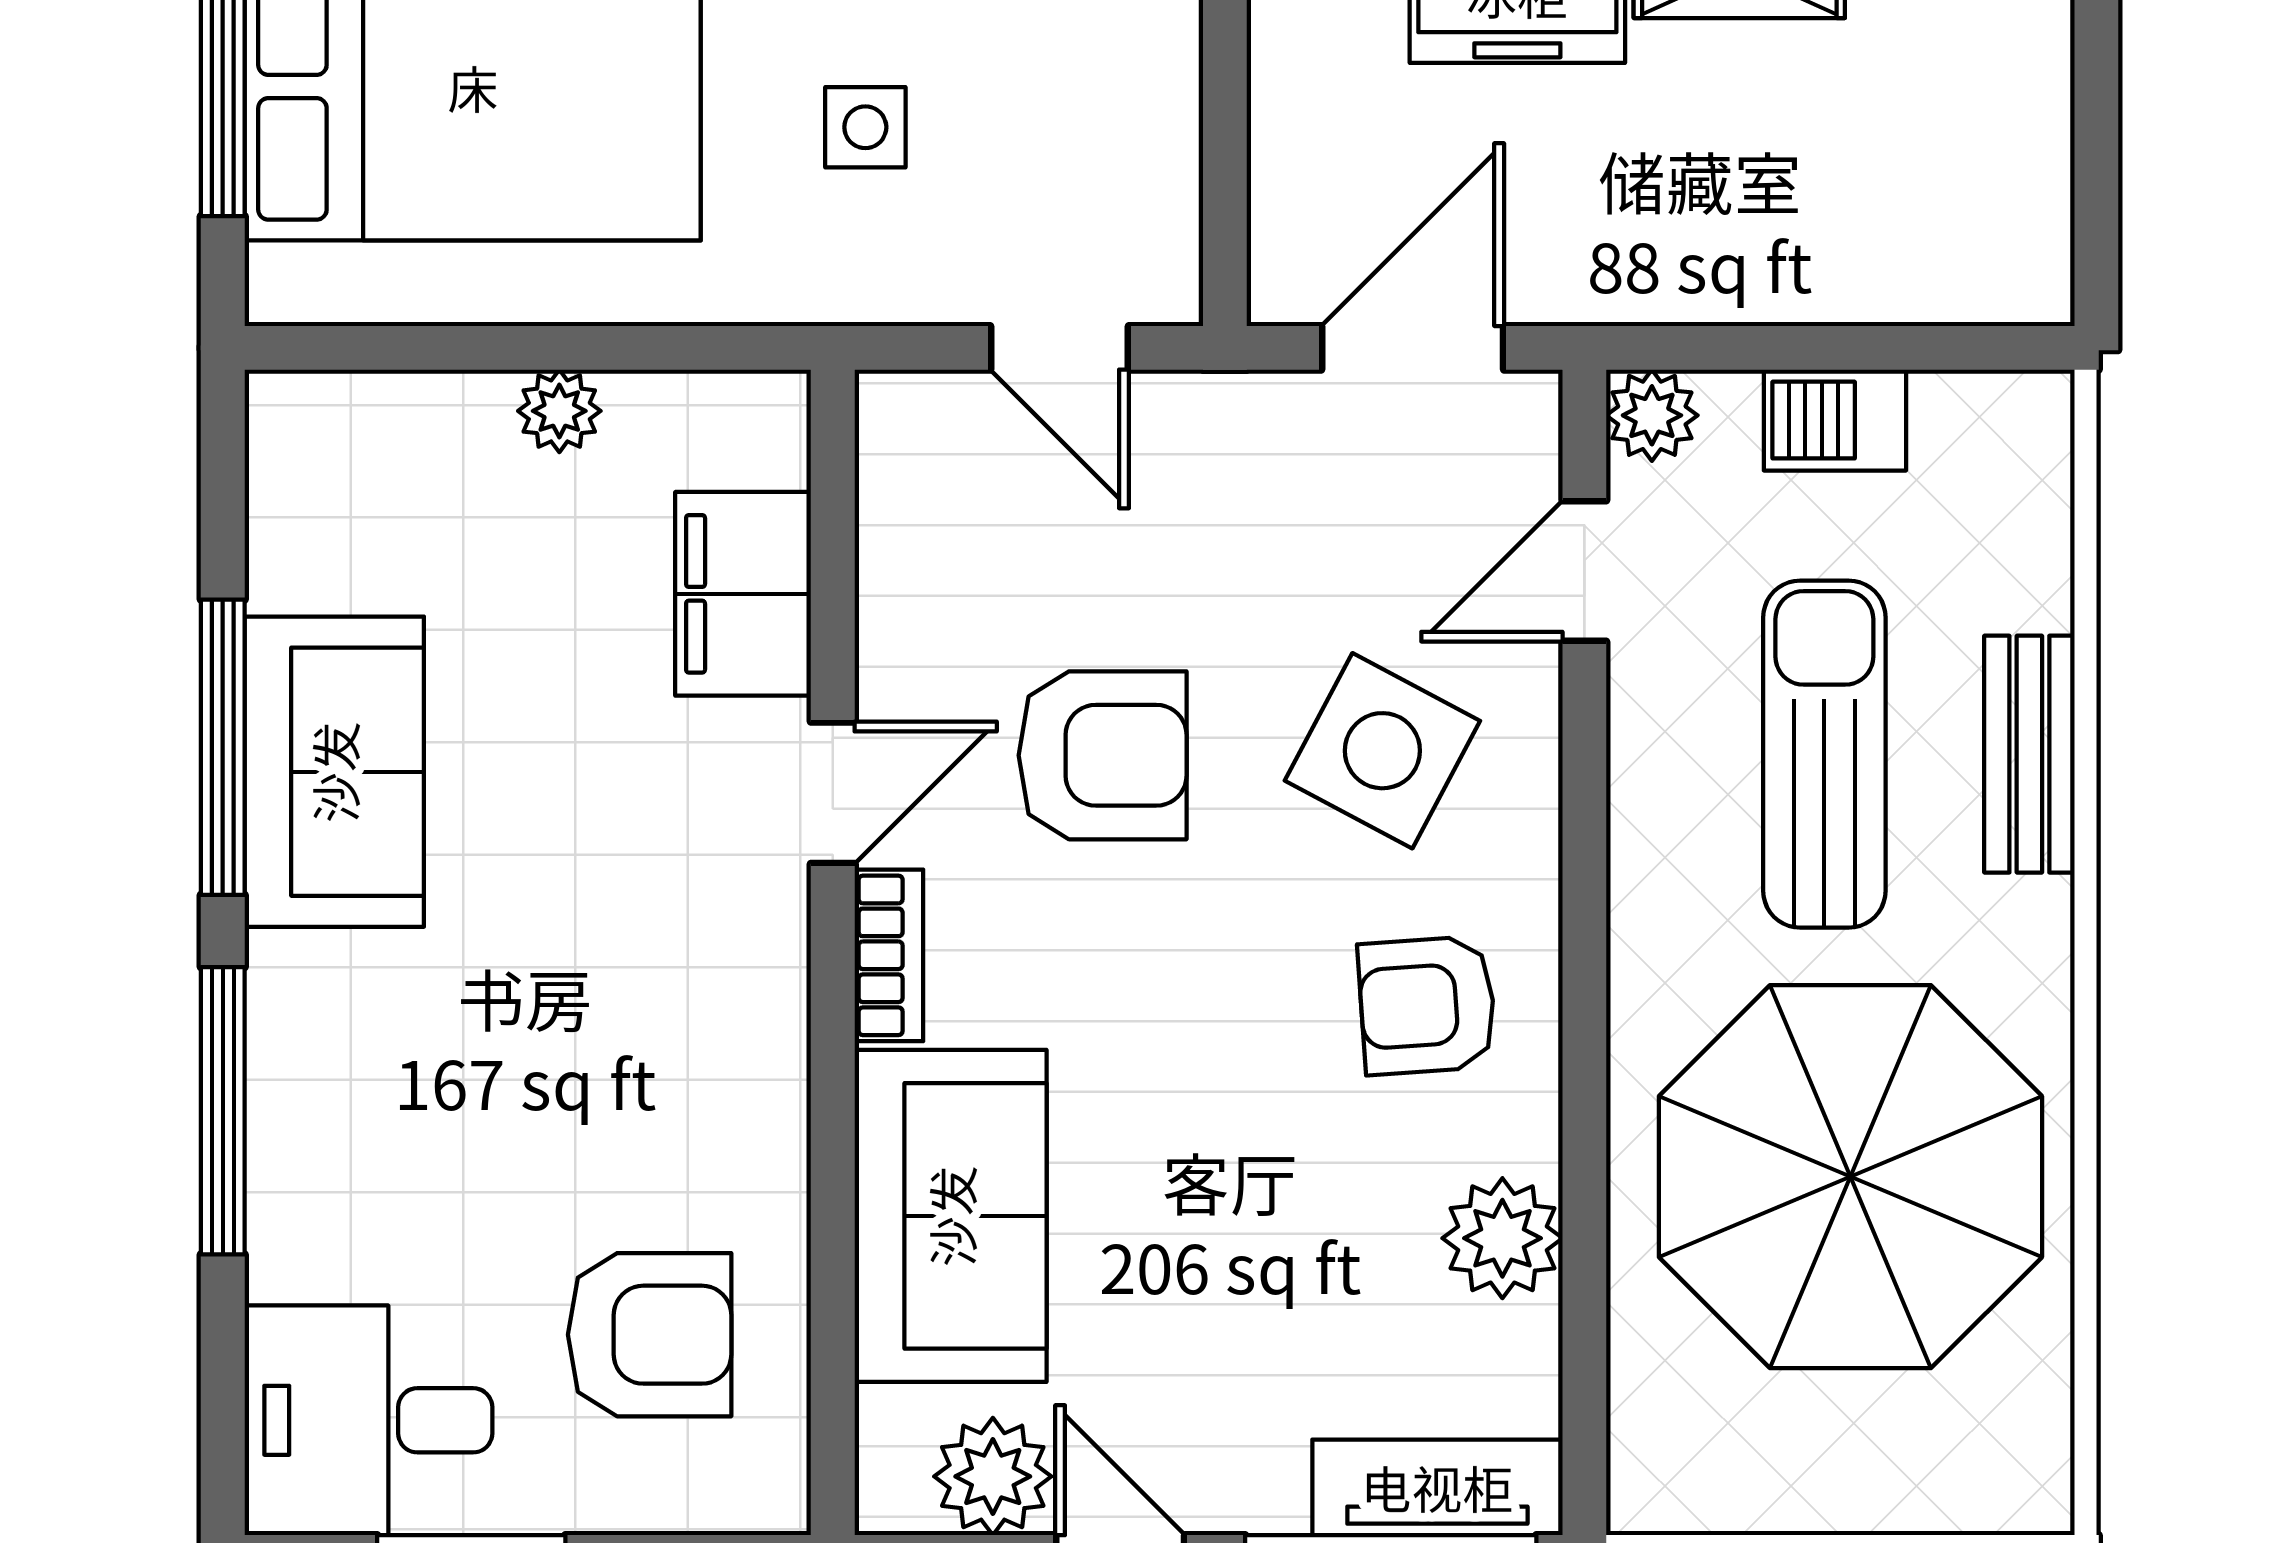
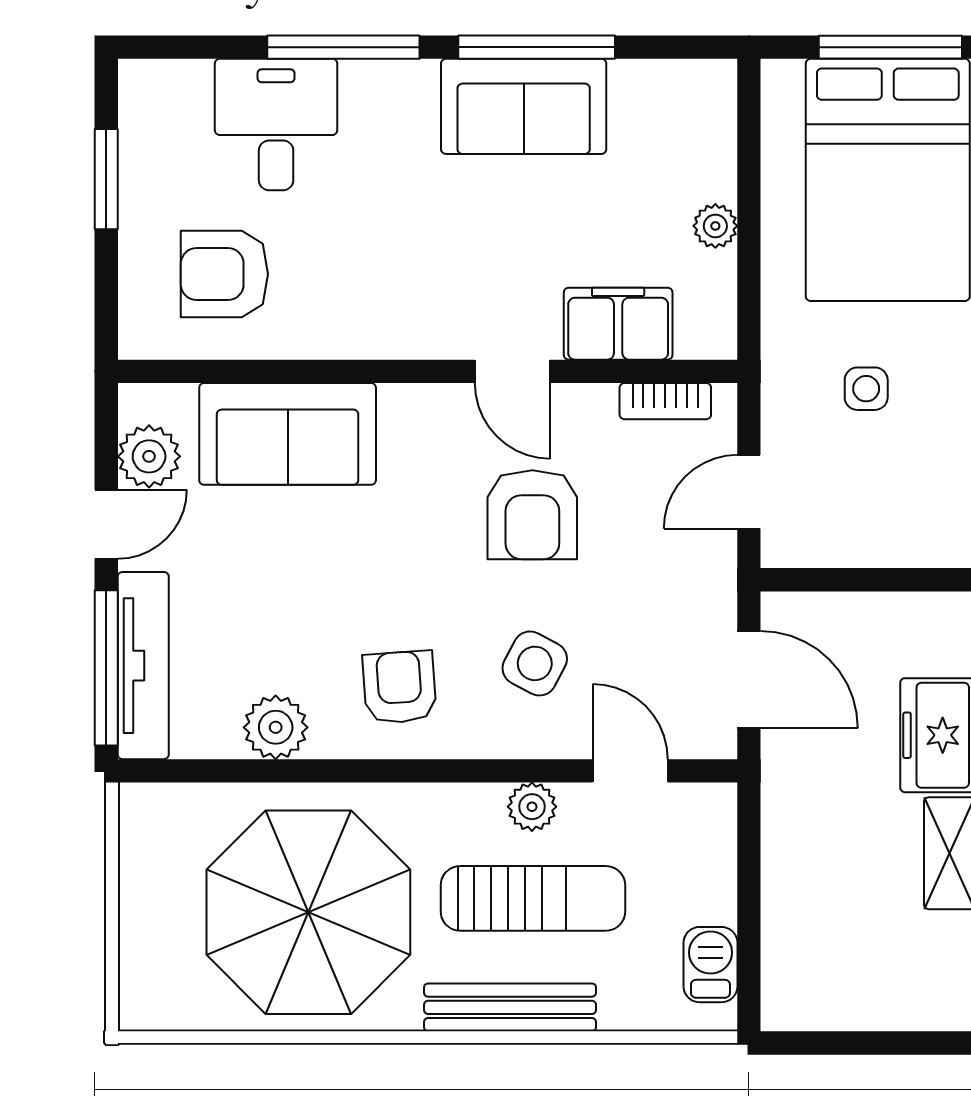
plant: (1652, 415) -> (532, 807), moved
barbecue: (1835, 420) -> (710, 965), moved
side table: (1382, 751) -> (535, 663), width x0.73, depth x0.73
bench: (2029, 754) -> (510, 1007), width x1.36
bookcase: (889, 955) -> (665, 401), moved
armchair: (650, 1335) -> (224, 274), turned 90
desk: (368, 1420) -> (276, 125), moved
tv unit: (1437, 1487) -> (143, 666), width x1.41

